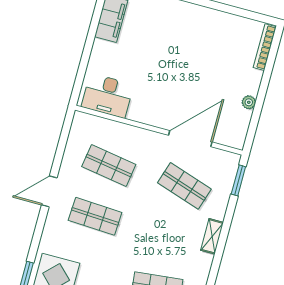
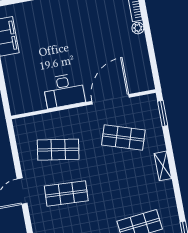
desk: (107, 96) -> (64, 91), moved
plant: (249, 102) -> (138, 28), moved

